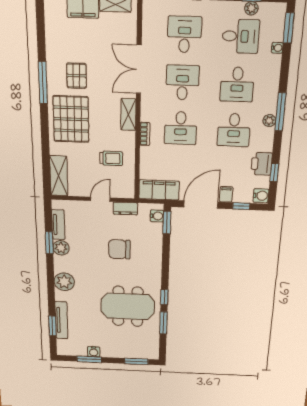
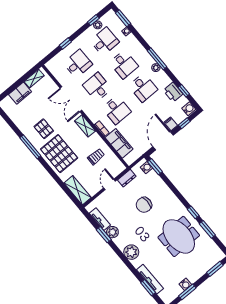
desk: (184, 34) -> (78, 64), turned 90
filing cabinet: (159, 190) -> (119, 143), moved, turned 90
meeting table: (128, 306) -> (179, 236), turned 90

